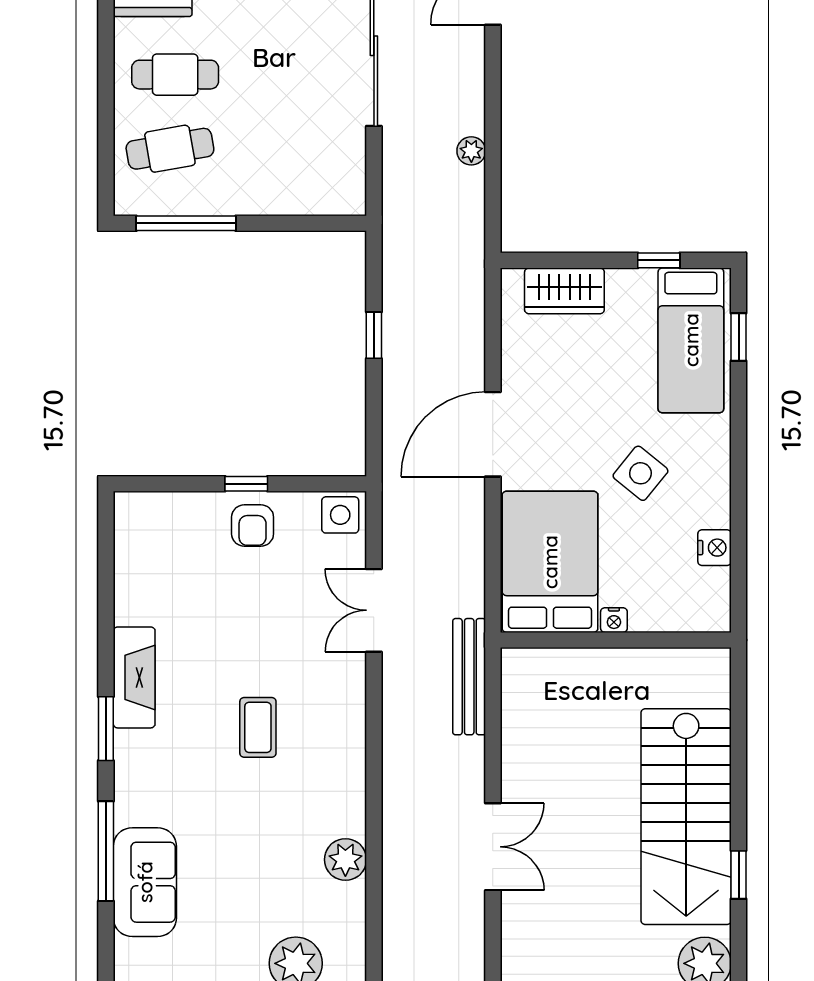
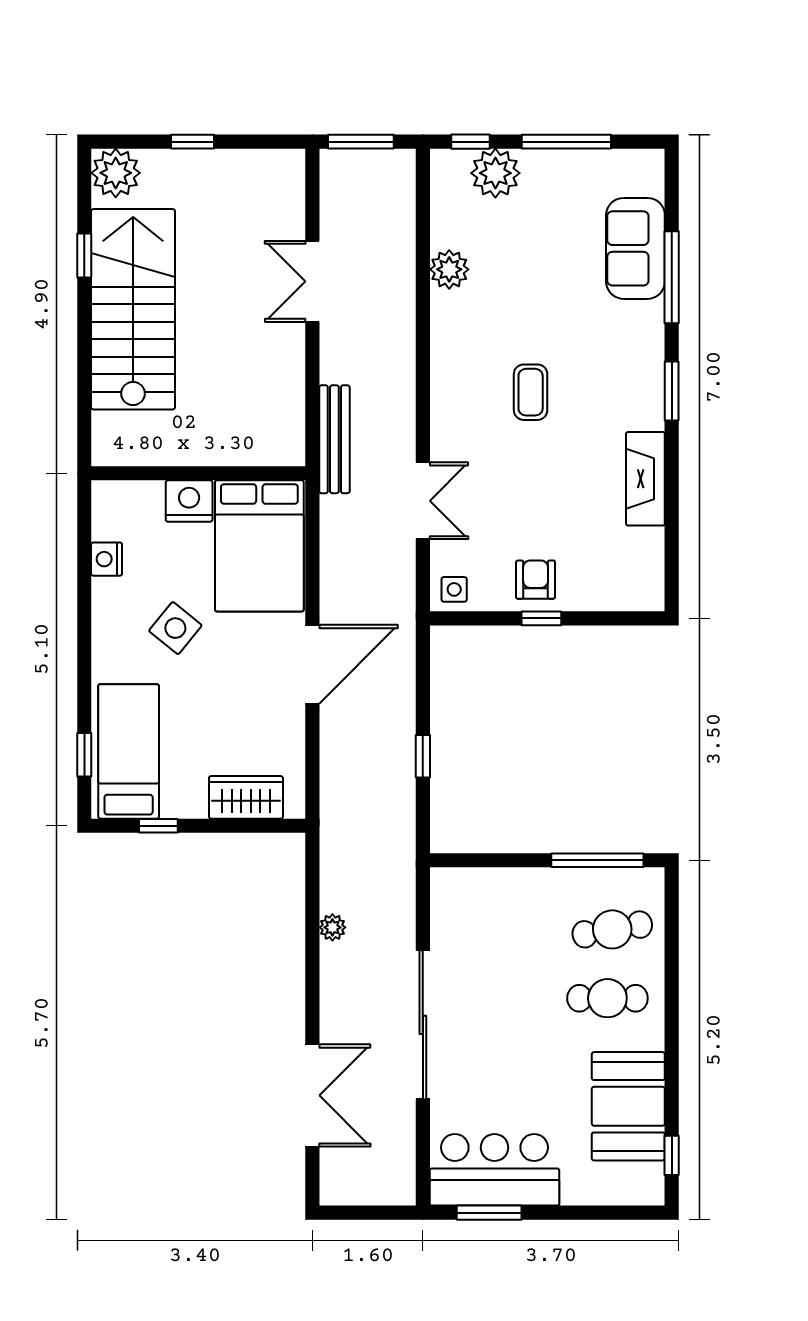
side table: (340, 515) -> (454, 589), width x0.73, depth x0.73
nightstand: (614, 620) -> (189, 501), width x1.89, depth x1.79
fireplace: (134, 677) -> (645, 479), moved

